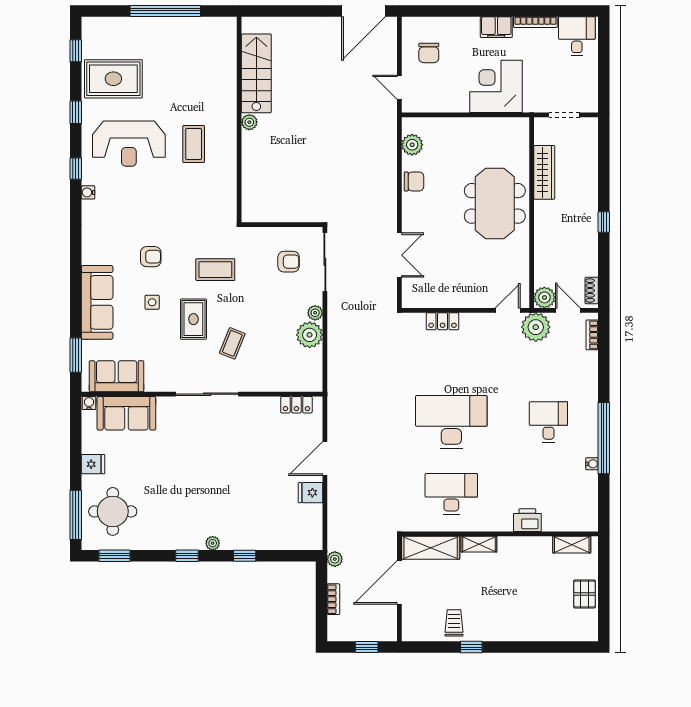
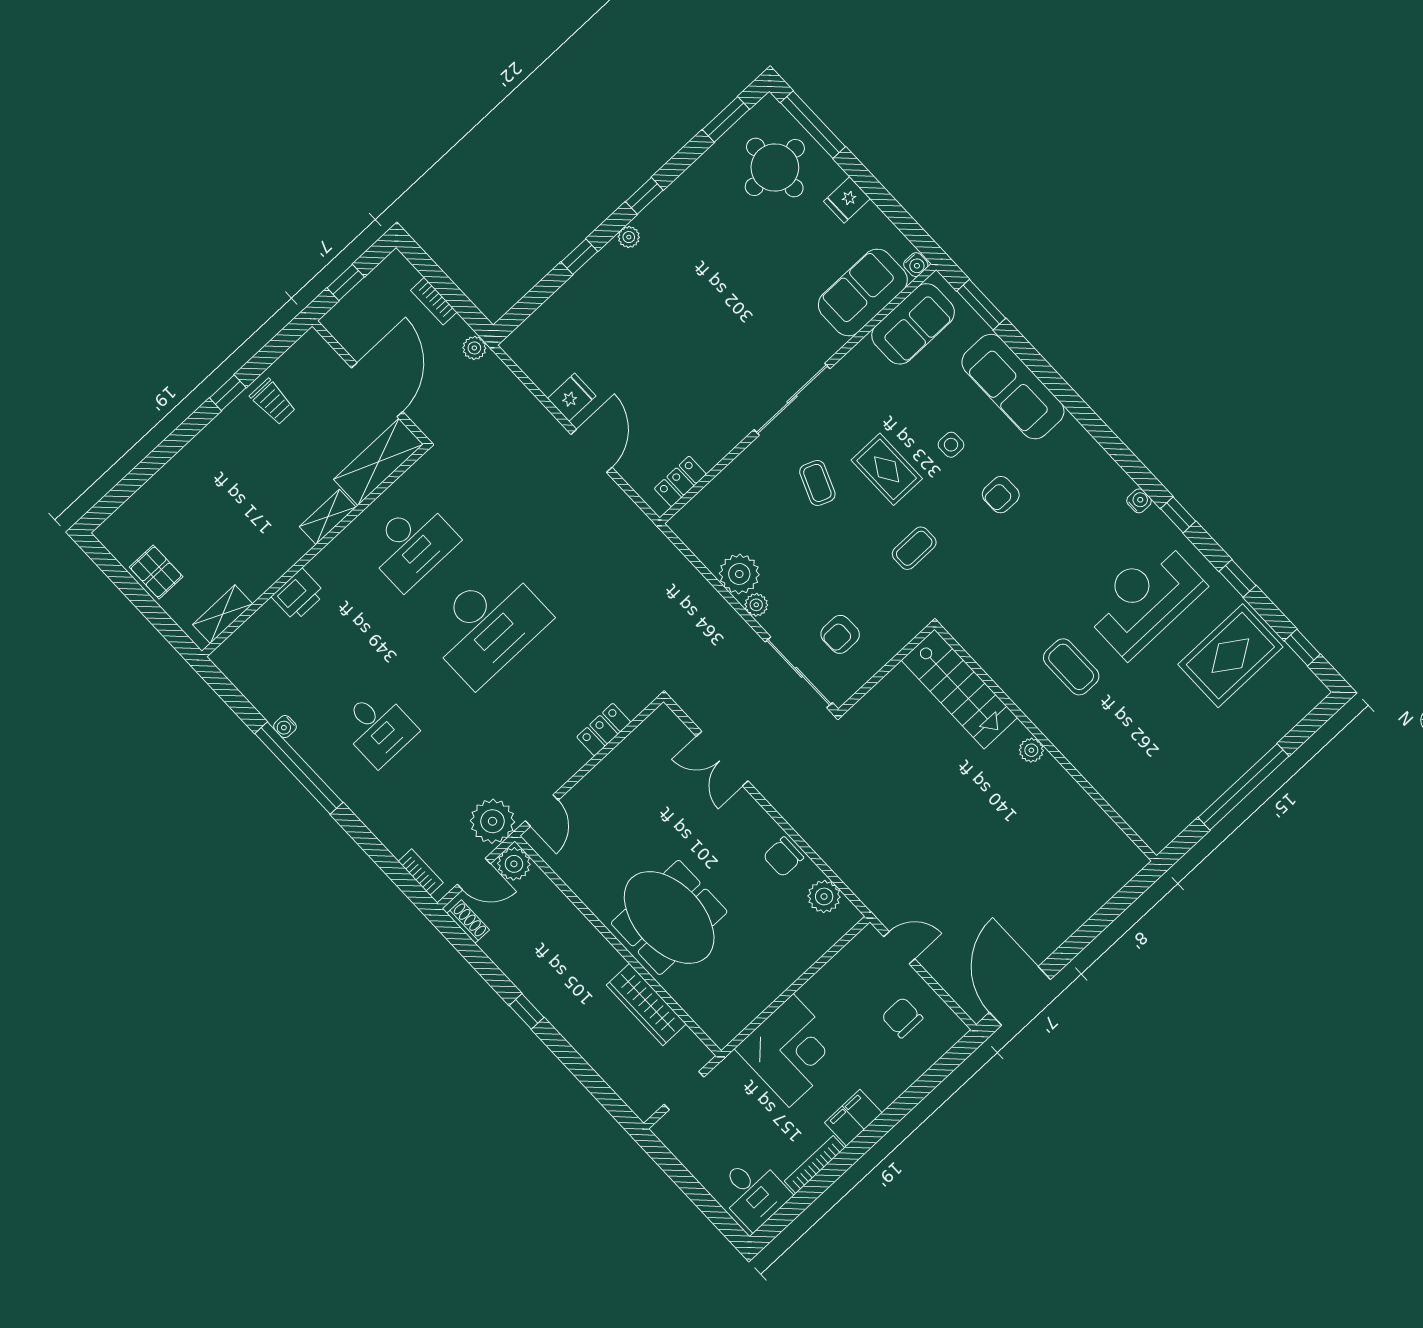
stairs: (256, 73) -> (959, 689), moved
coffee table: (215, 270) -> (914, 548), width x0.73, depth x0.77

